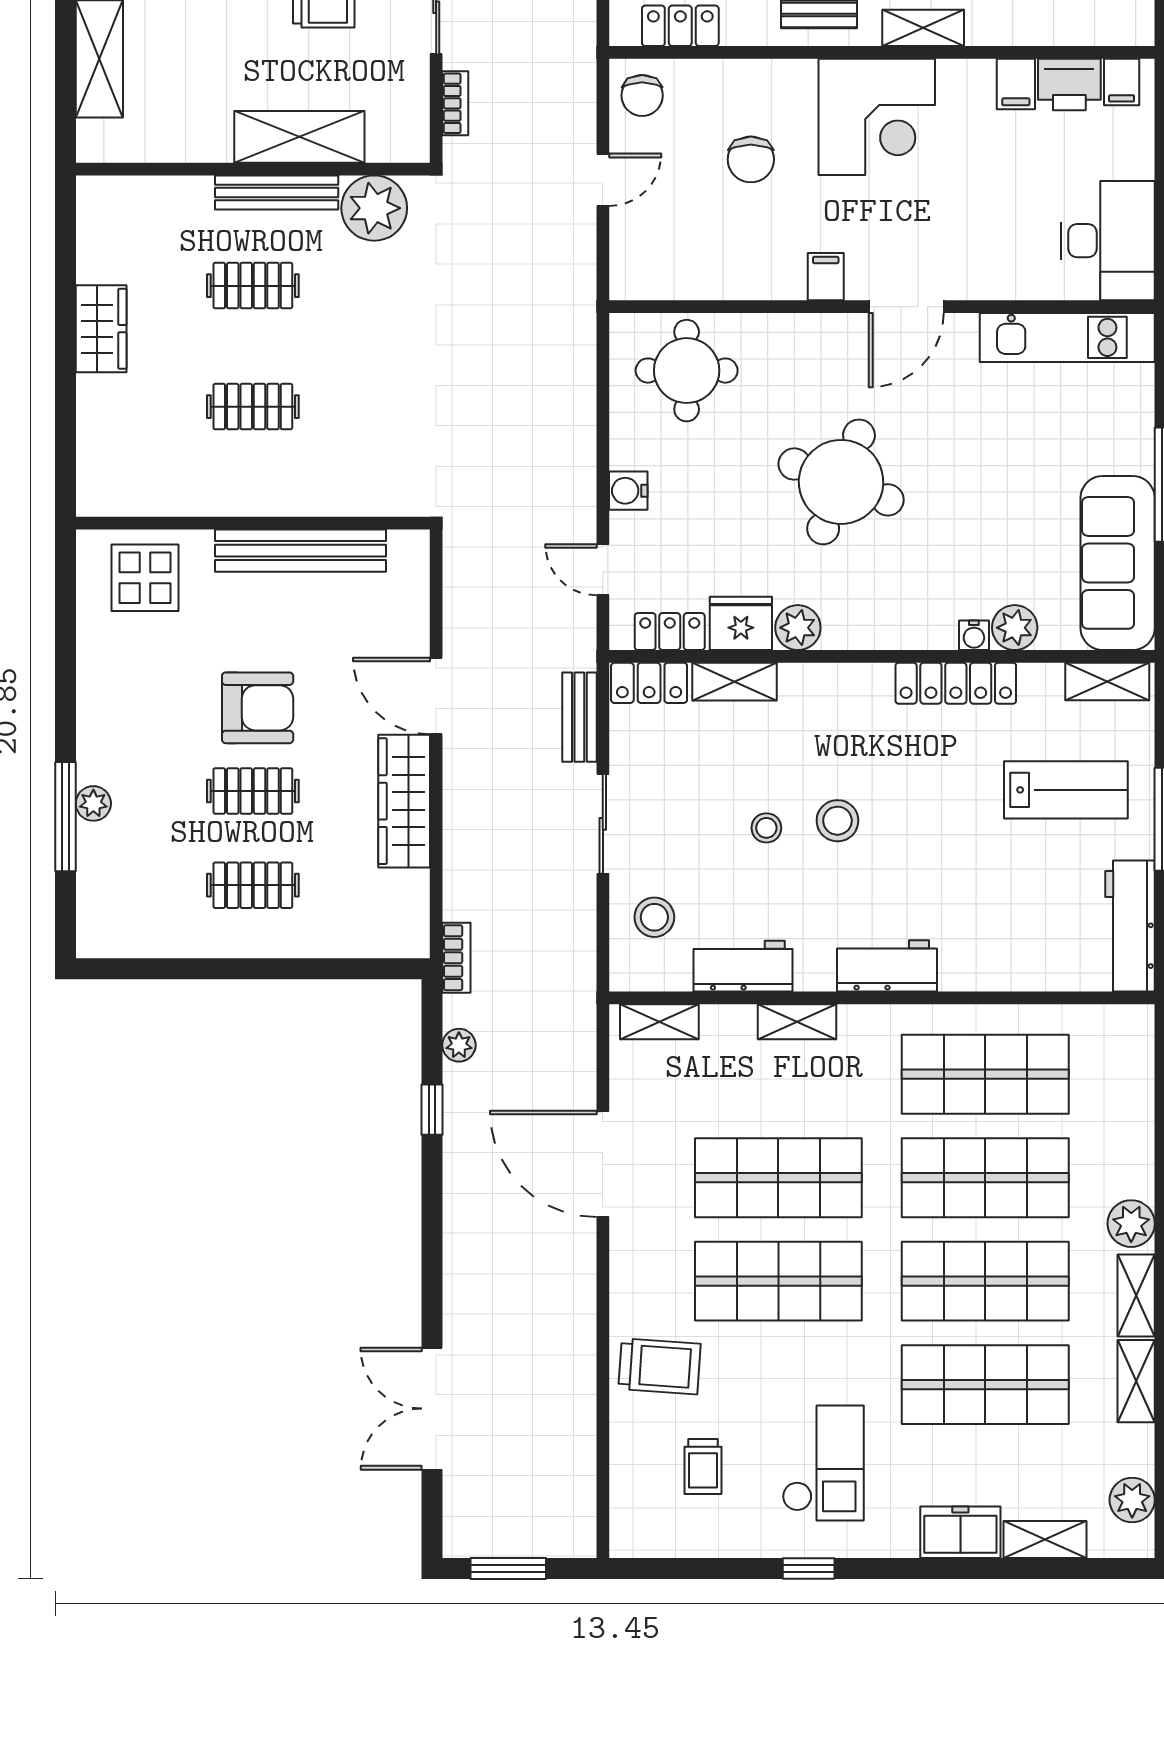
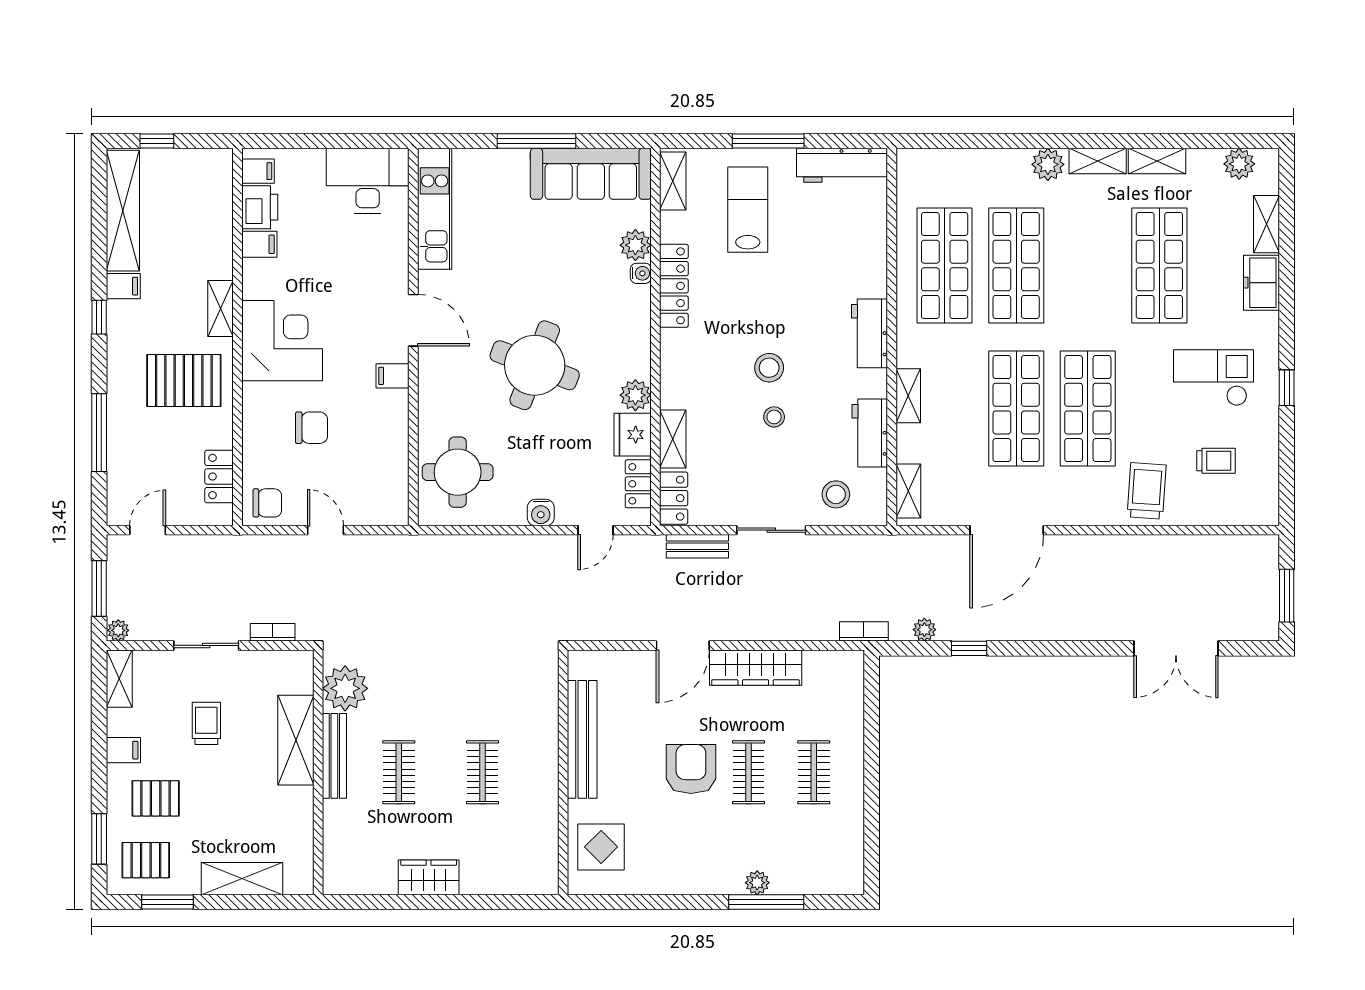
shop shelf: (985, 1281) -> (1088, 265), removed

